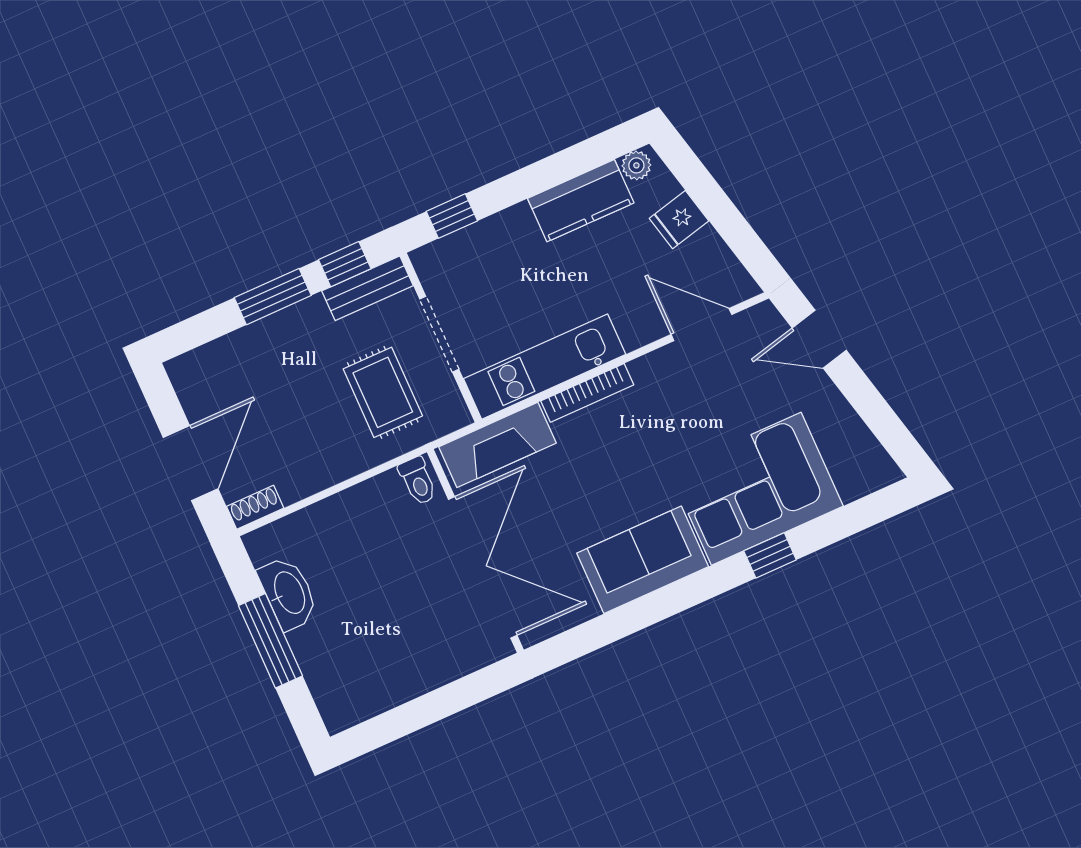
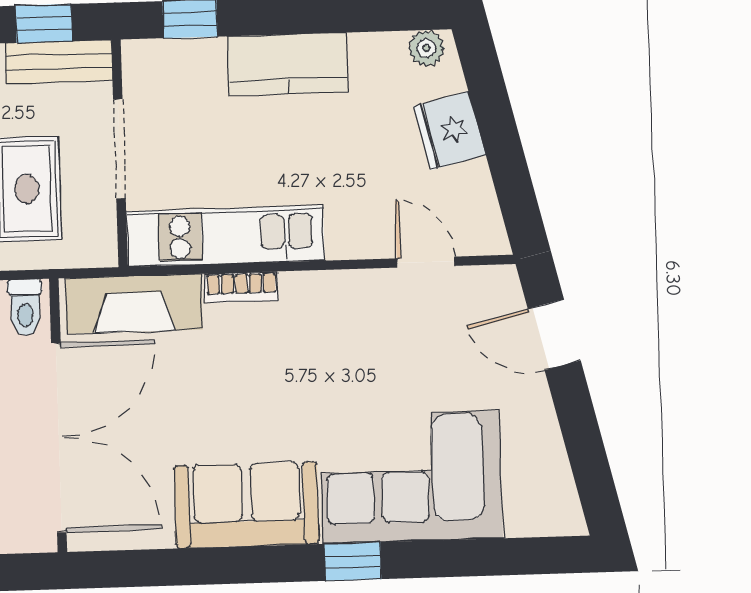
kitchen counter: (581, 201) -> (288, 64), moved
fridge: (679, 220) -> (450, 131), width x1.38
door: (701, 325) -> (426, 262), width x0.73
bookcase: (587, 393) -> (241, 287), width x0.64
window: (770, 555) -> (353, 561), moved

